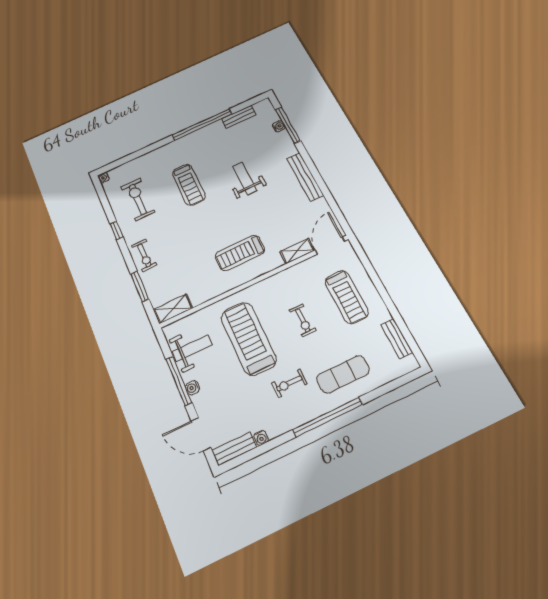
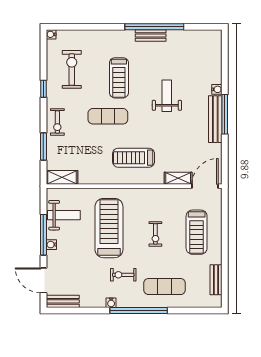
bench: (239, 117) -> (151, 35), moved
window: (288, 125) -> (225, 114), moved
water cooler: (279, 126) -> (217, 89), moved
exercise mat: (194, 225) -> (108, 116), added
water cooler: (261, 438) -> (111, 303), moved

